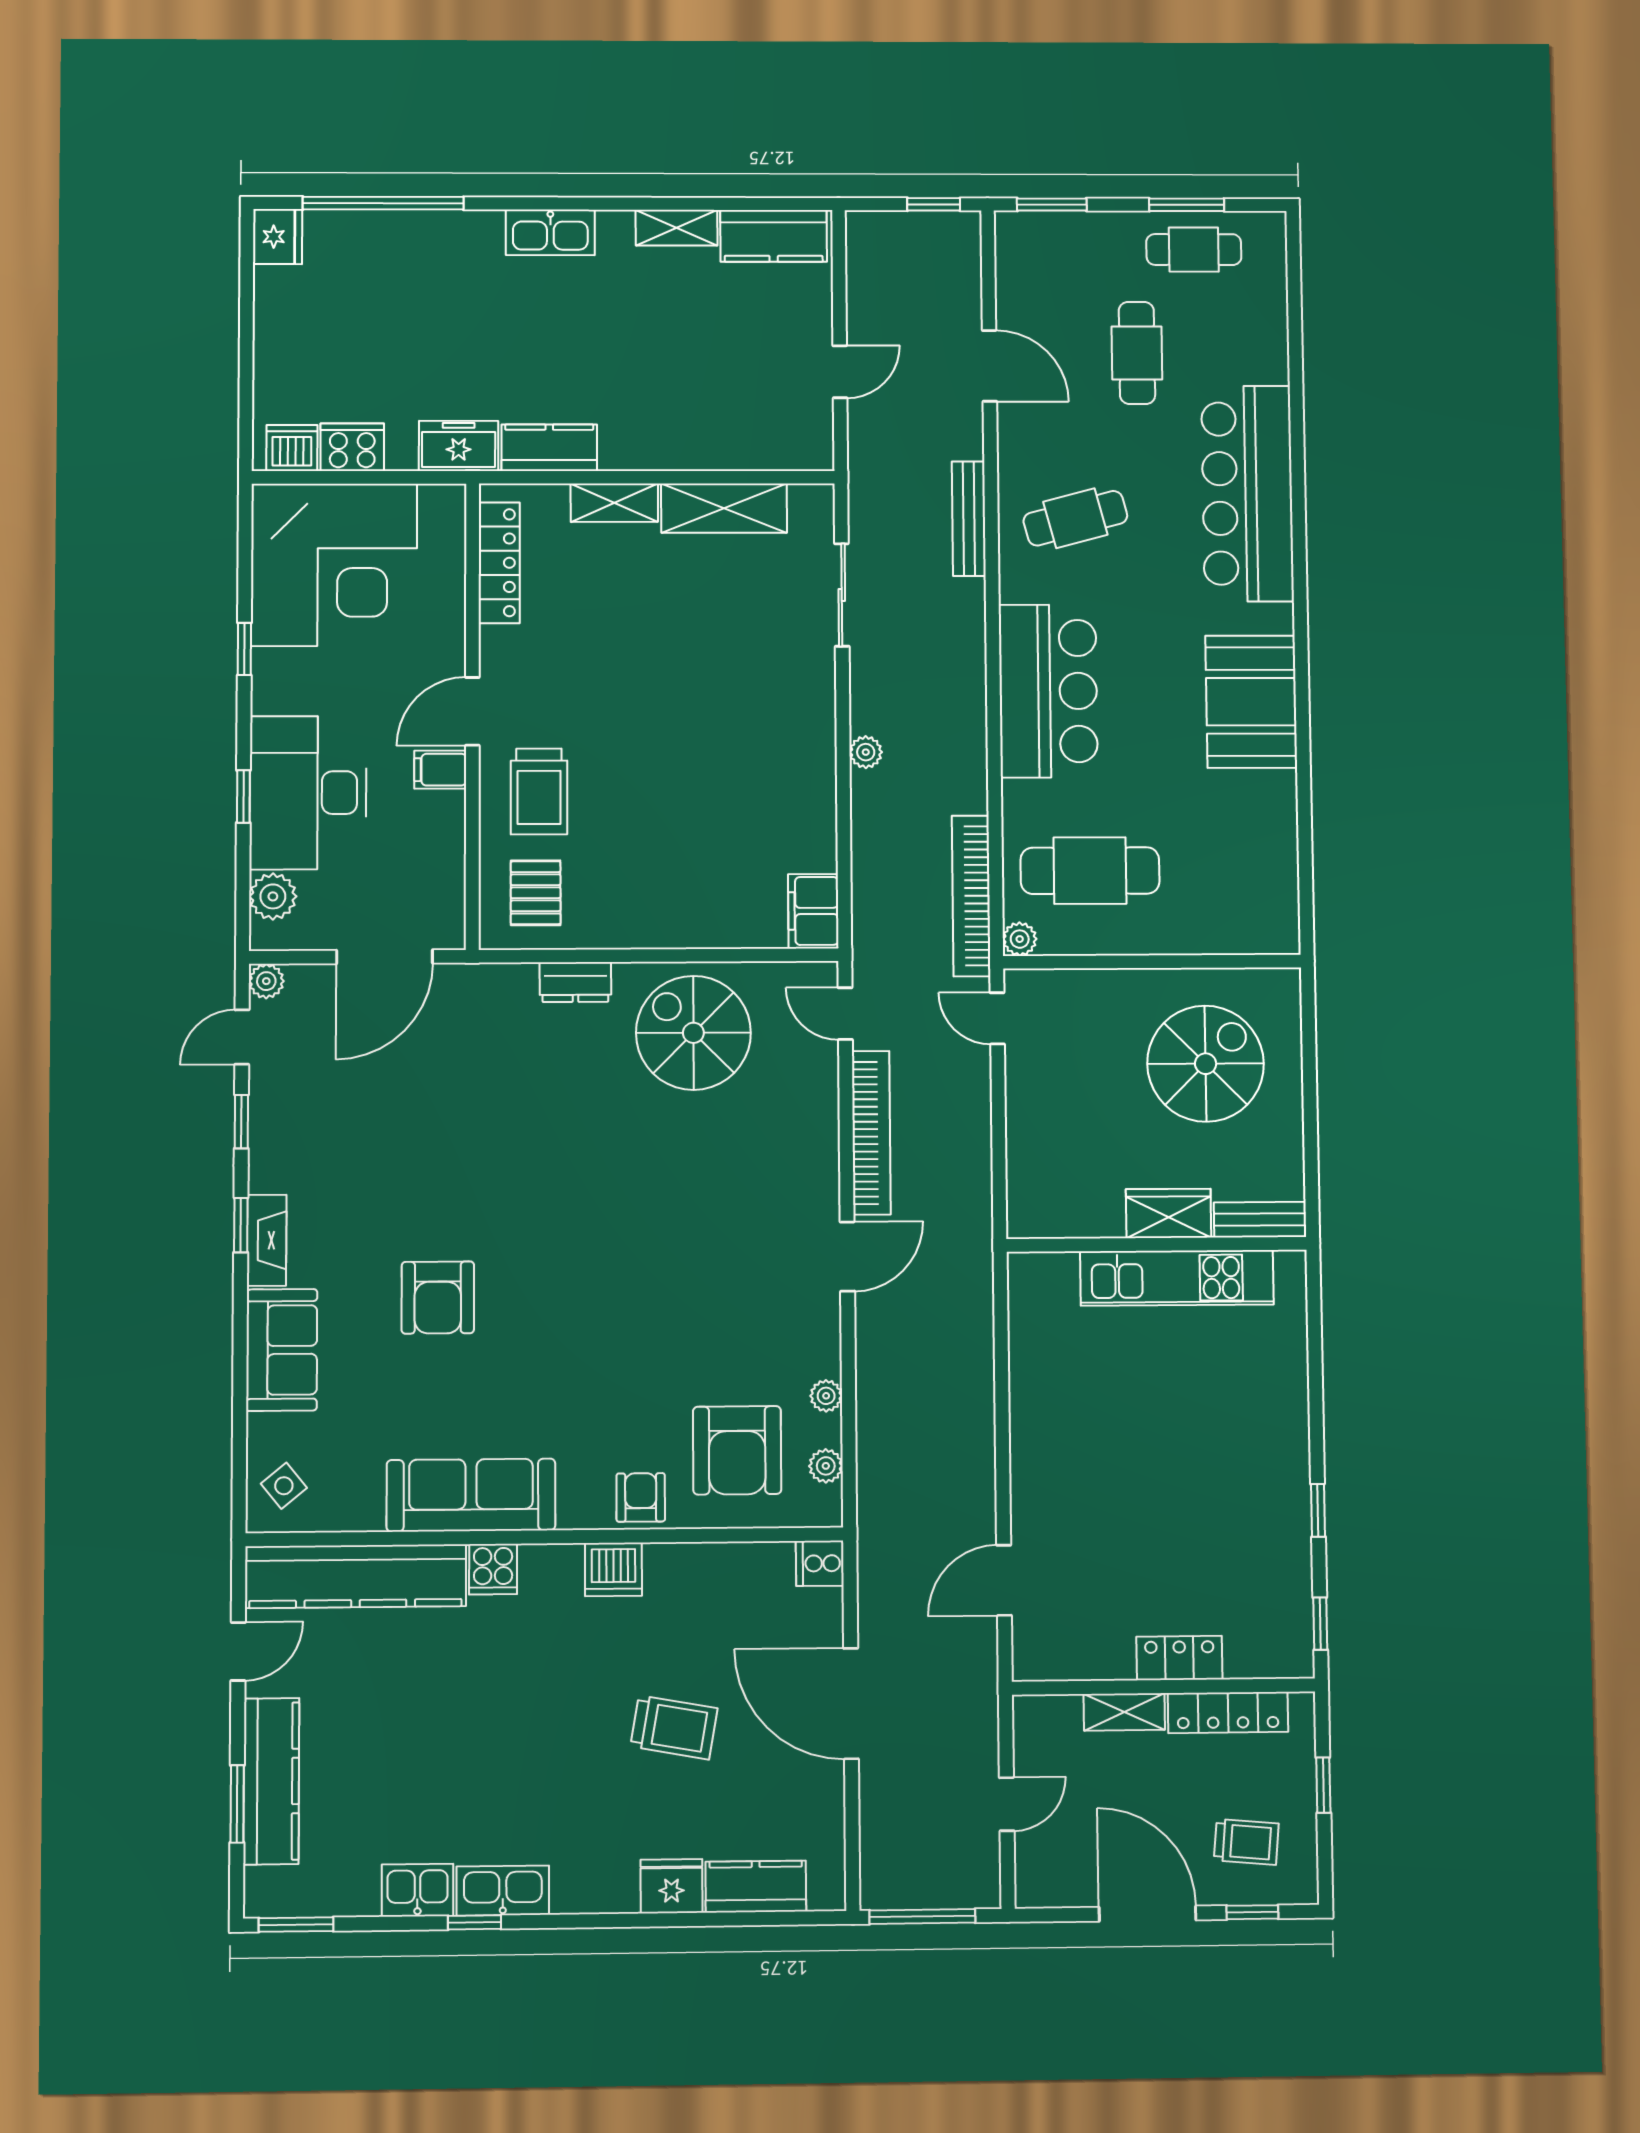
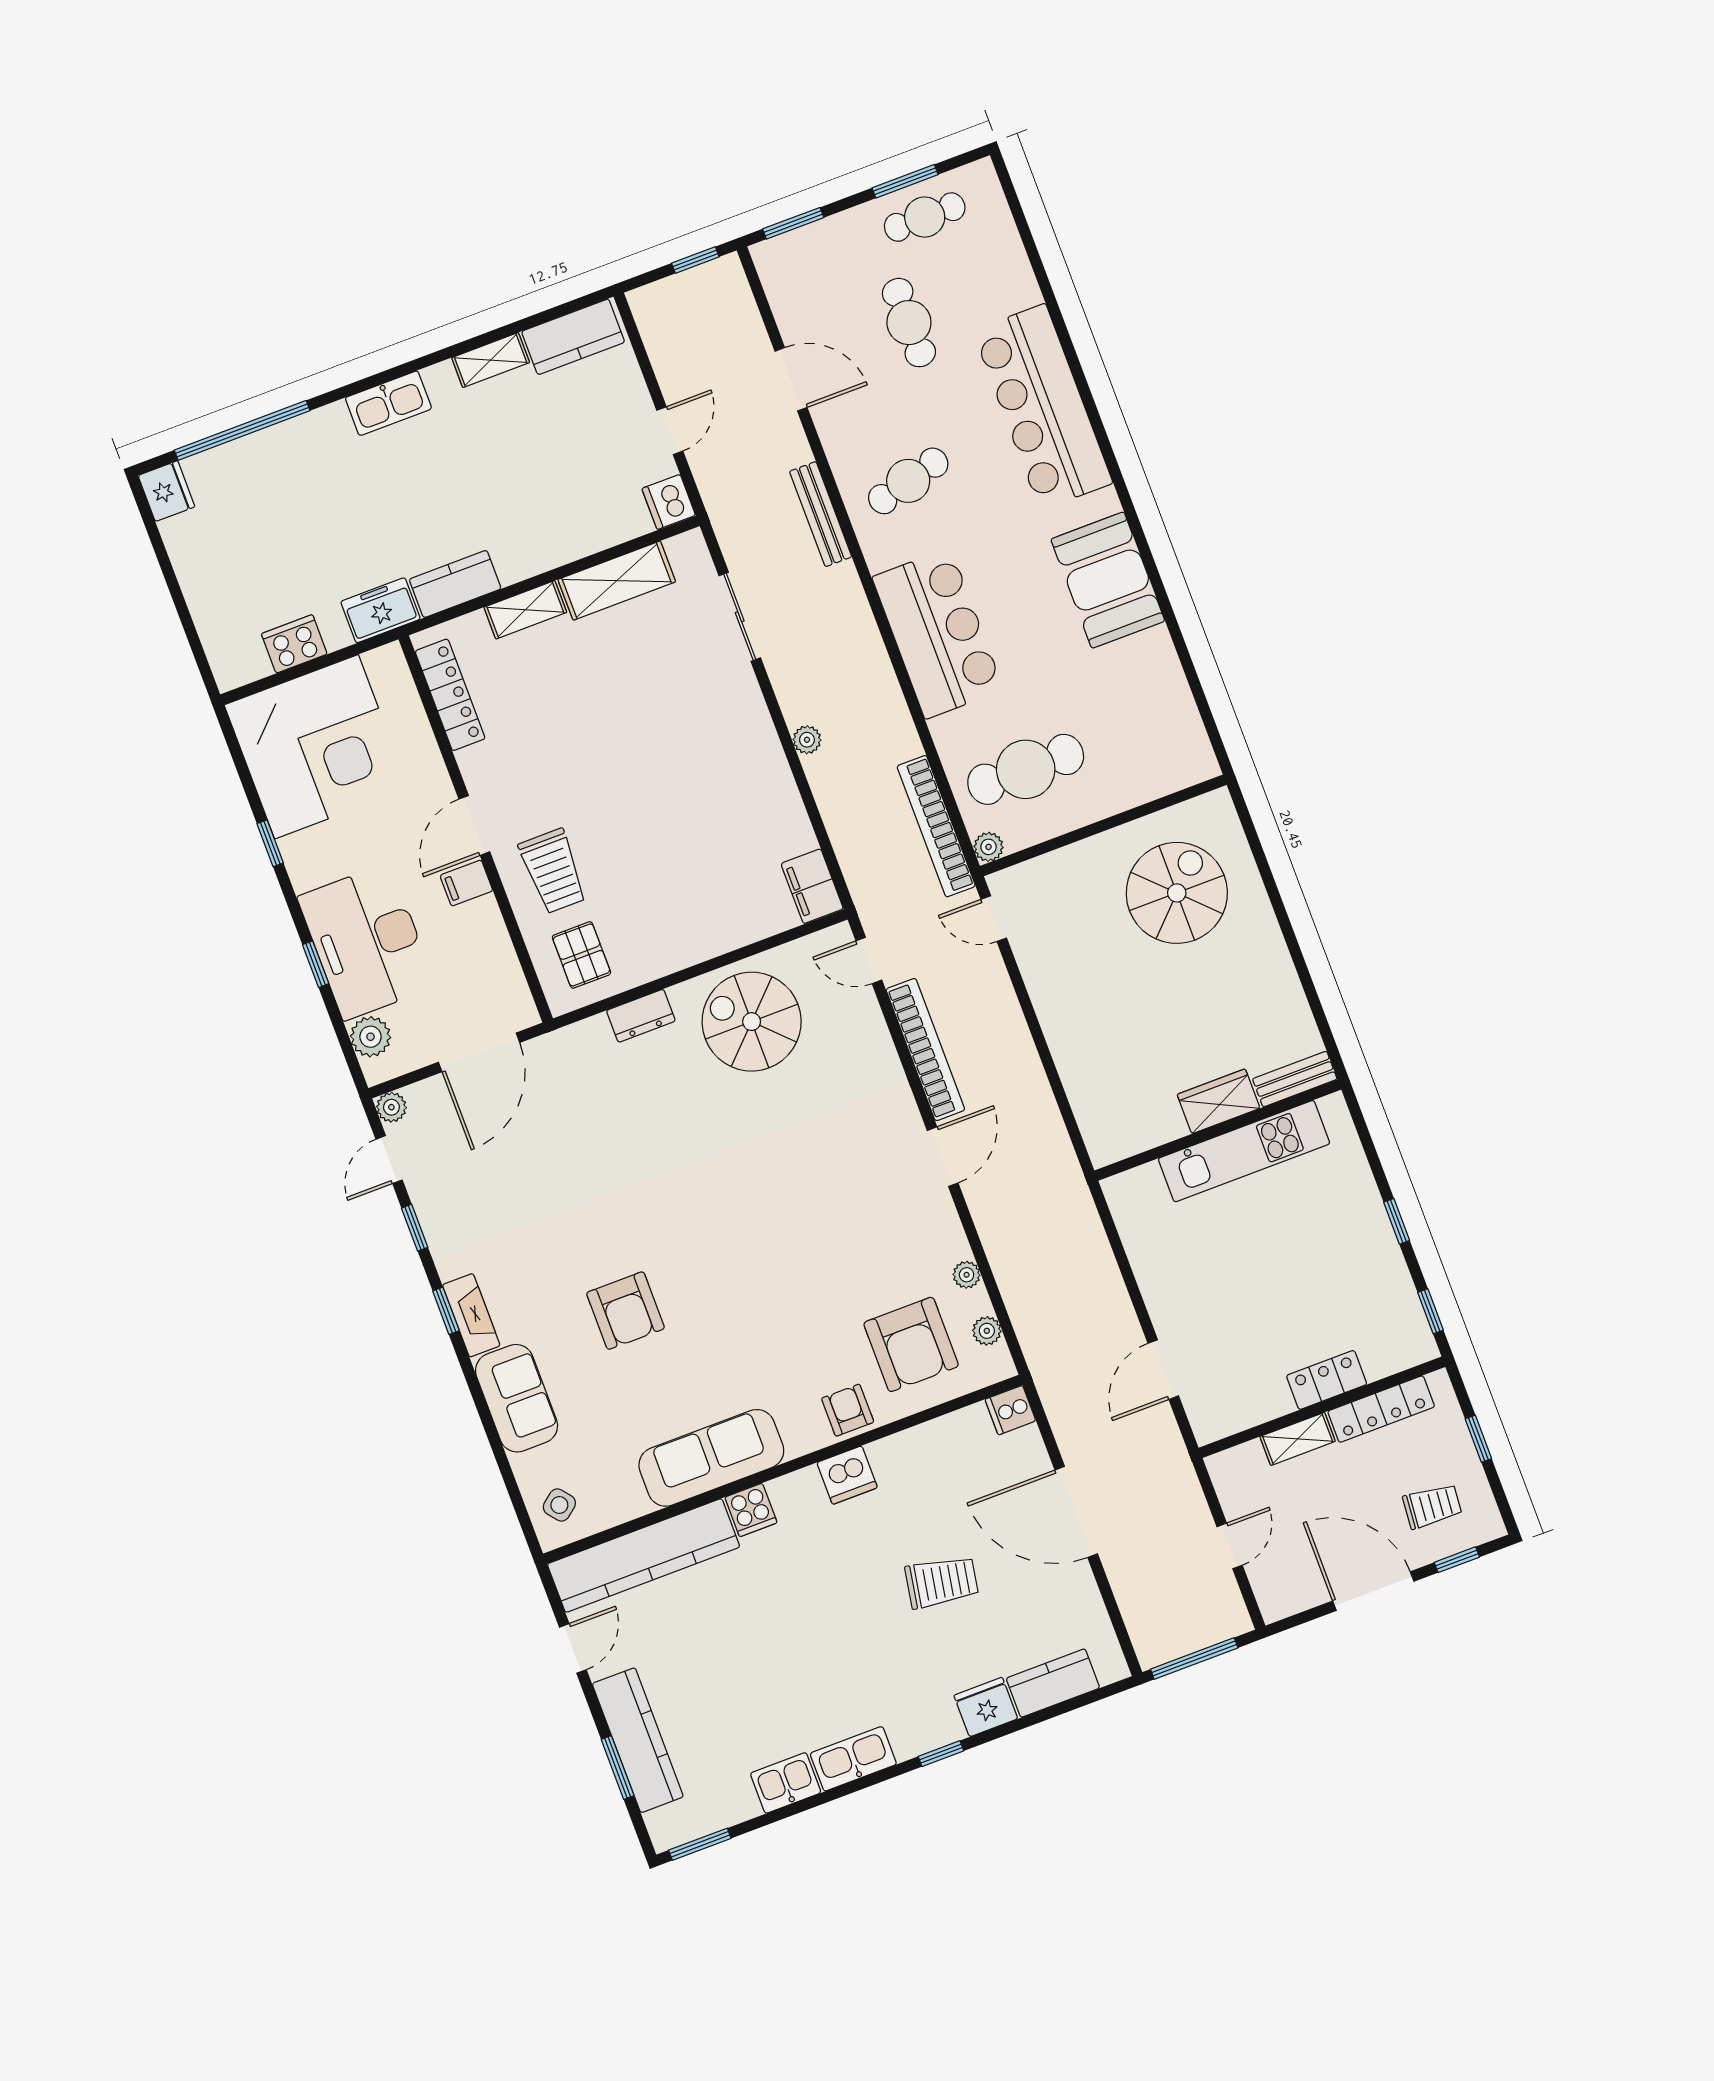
dishwasher: (292, 448) -> (669, 502), moved, turned -90
wardrobe: (1169, 1213) -> (1218, 1101), moved
bench: (1260, 1220) -> (1295, 1079), moved
wall: (1157, 1244) -> (1218, 1130), moved
kitchen unit: (1177, 1278) -> (1244, 1151), moved
window: (474, 1922) -> (941, 1754), moved

